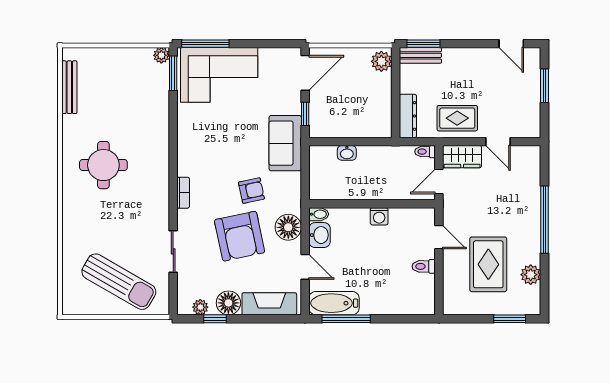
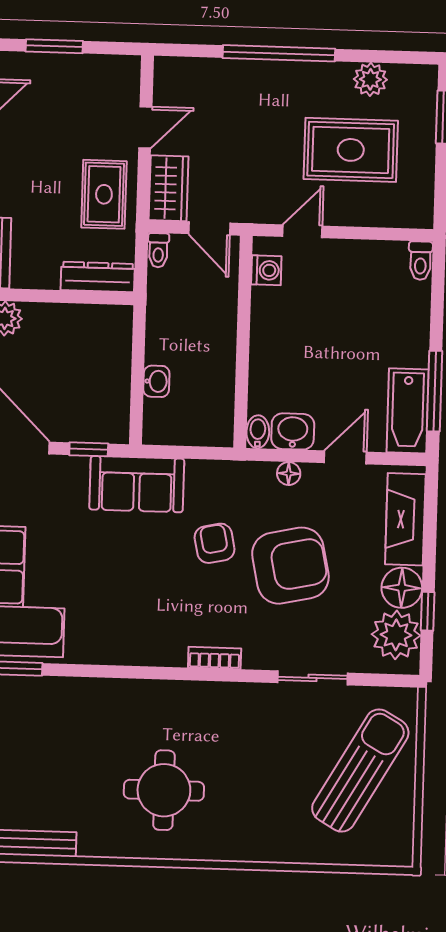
washing machine: (379, 216) -> (266, 270), moved
floor lamp: (288, 227) -> (289, 474), width x0.53, depth x0.53
toilet: (424, 266) -> (420, 261), moved
plant: (200, 307) -> (396, 635), width x1.88, depth x1.88

